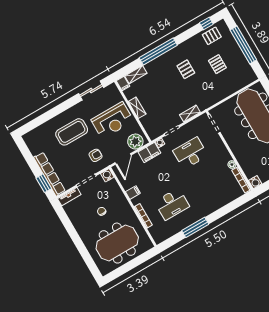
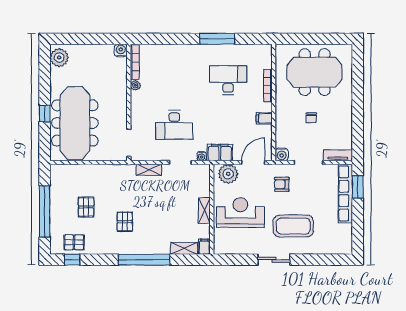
sliding door: (91, 91) -> (274, 260), moved

